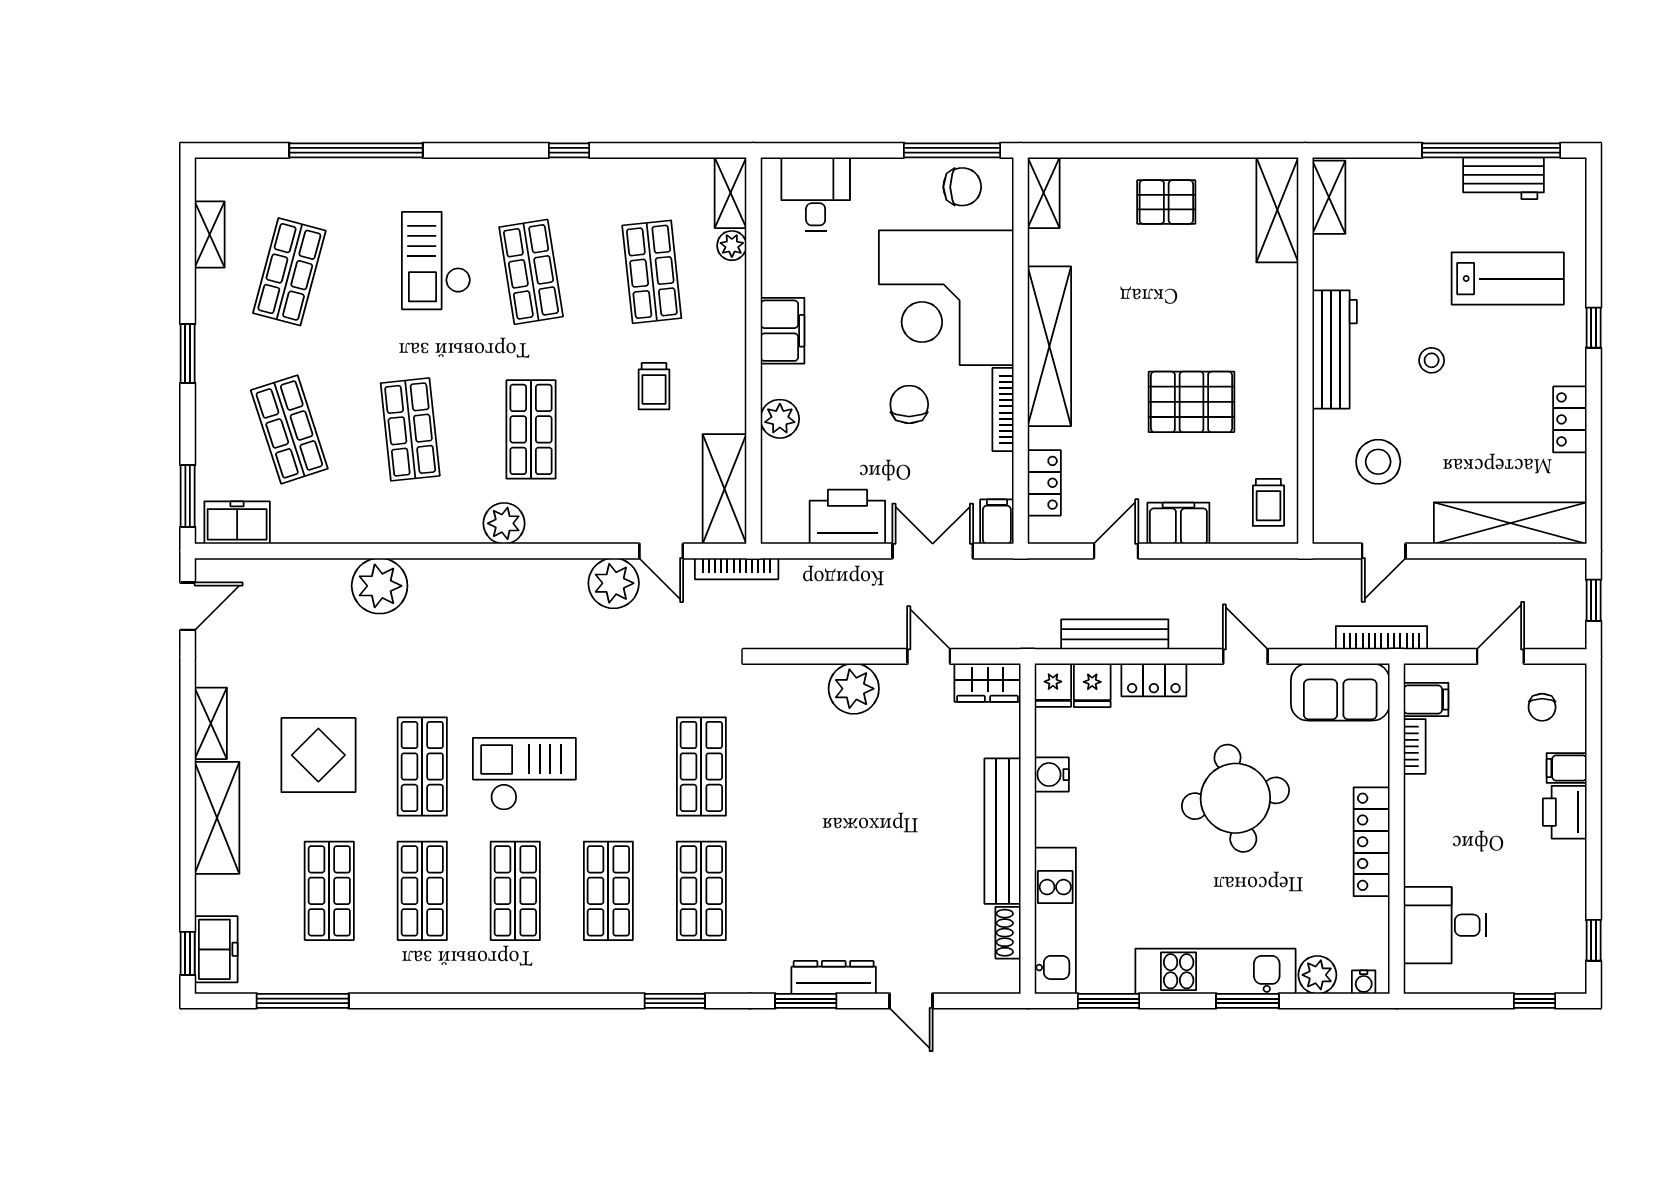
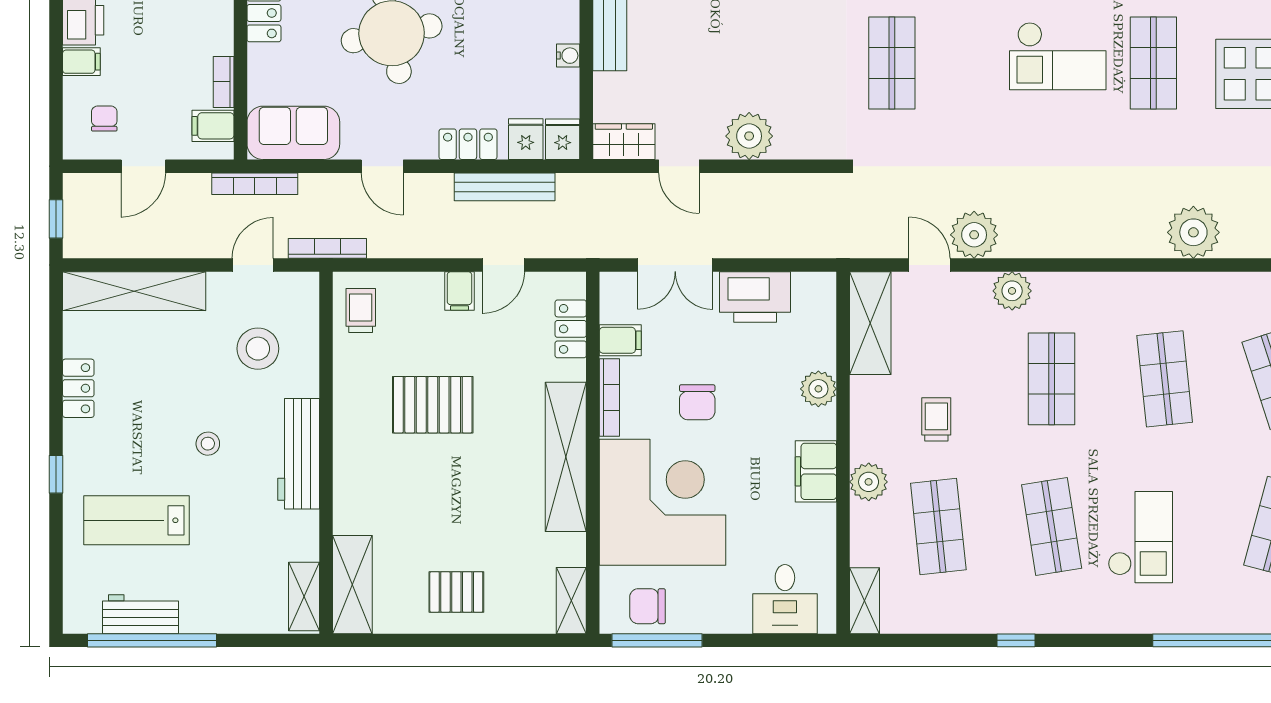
plant: (732, 246) -> (869, 482), moved, width x1.38, depth x1.38
filing cabinet: (997, 522) -> (620, 340), moved, turned -90
plant: (504, 523) -> (1012, 291), moved
filing cabinet: (1178, 523) -> (459, 291), width x0.50
bookcase: (737, 569) -> (327, 248), moved
water cooler: (1052, 775) -> (568, 56), width x0.72, depth x0.72

